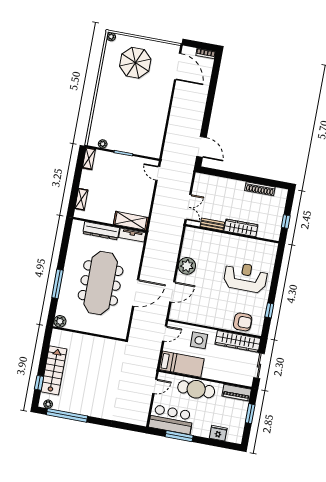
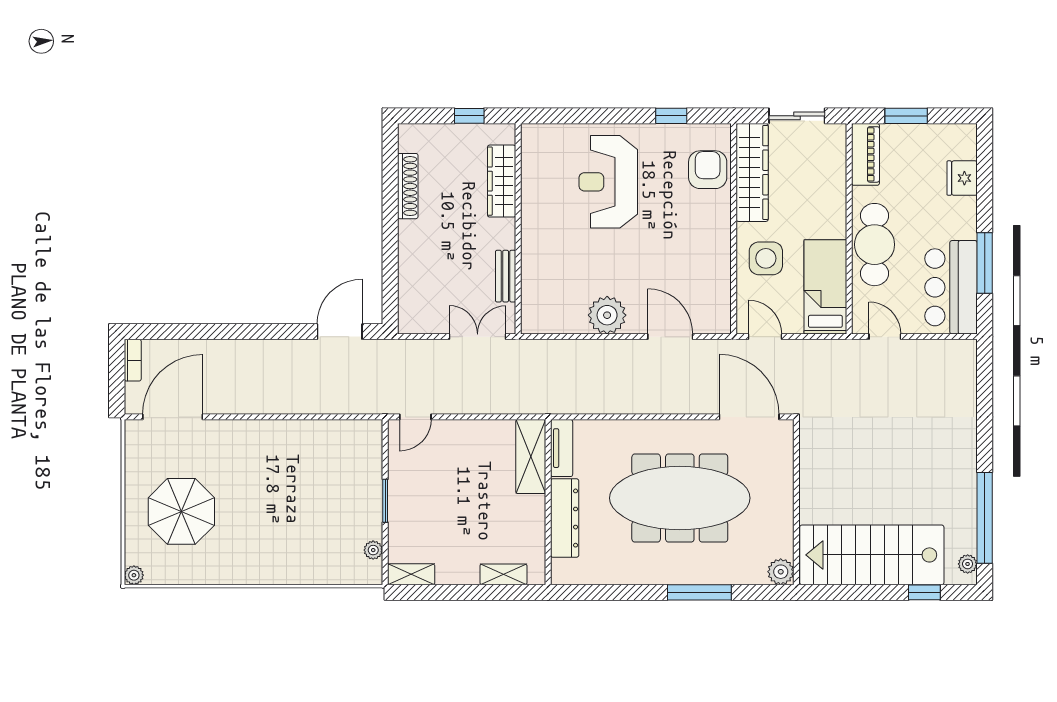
wardrobe: (241, 228) -> (502, 181), moved
door: (136, 293) -> (749, 417), moved
stairs: (54, 370) -> (872, 555), width x1.36, depth x1.51

